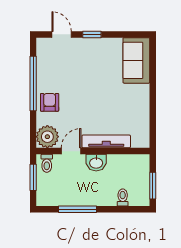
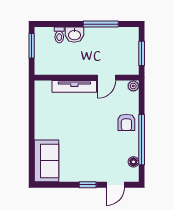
door: (62, 34) -> (115, 185), hinge flipped
floor lamp: (42, 59) -> (133, 162), added
plant: (47, 137) -> (133, 86), width x0.53, depth x0.53
toilet: (47, 163) -> (129, 66), removed
washbasin: (96, 163) -> (74, 35), moved, turned 180

